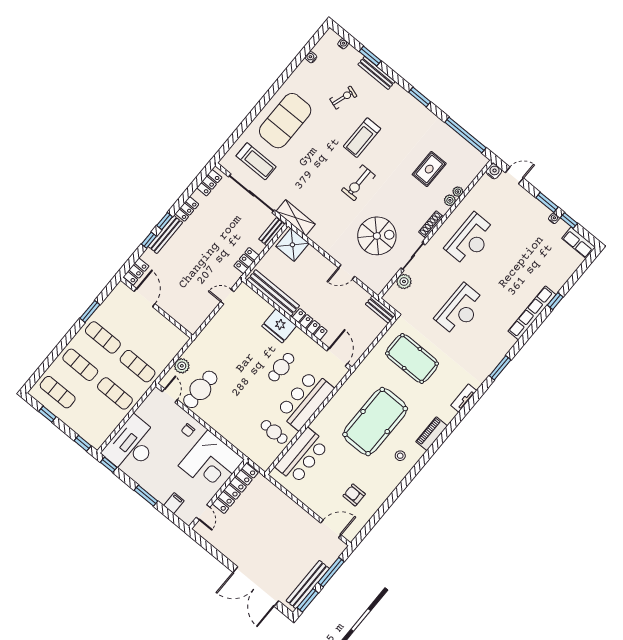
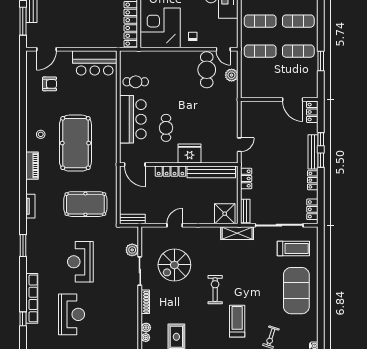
treadmill: (256, 161) -> (293, 249), turned 180
reception desk: (470, 239) -> (72, 314), moved, turned 180
bar counter: (302, 456) -> (95, 63), moved, turned -90

